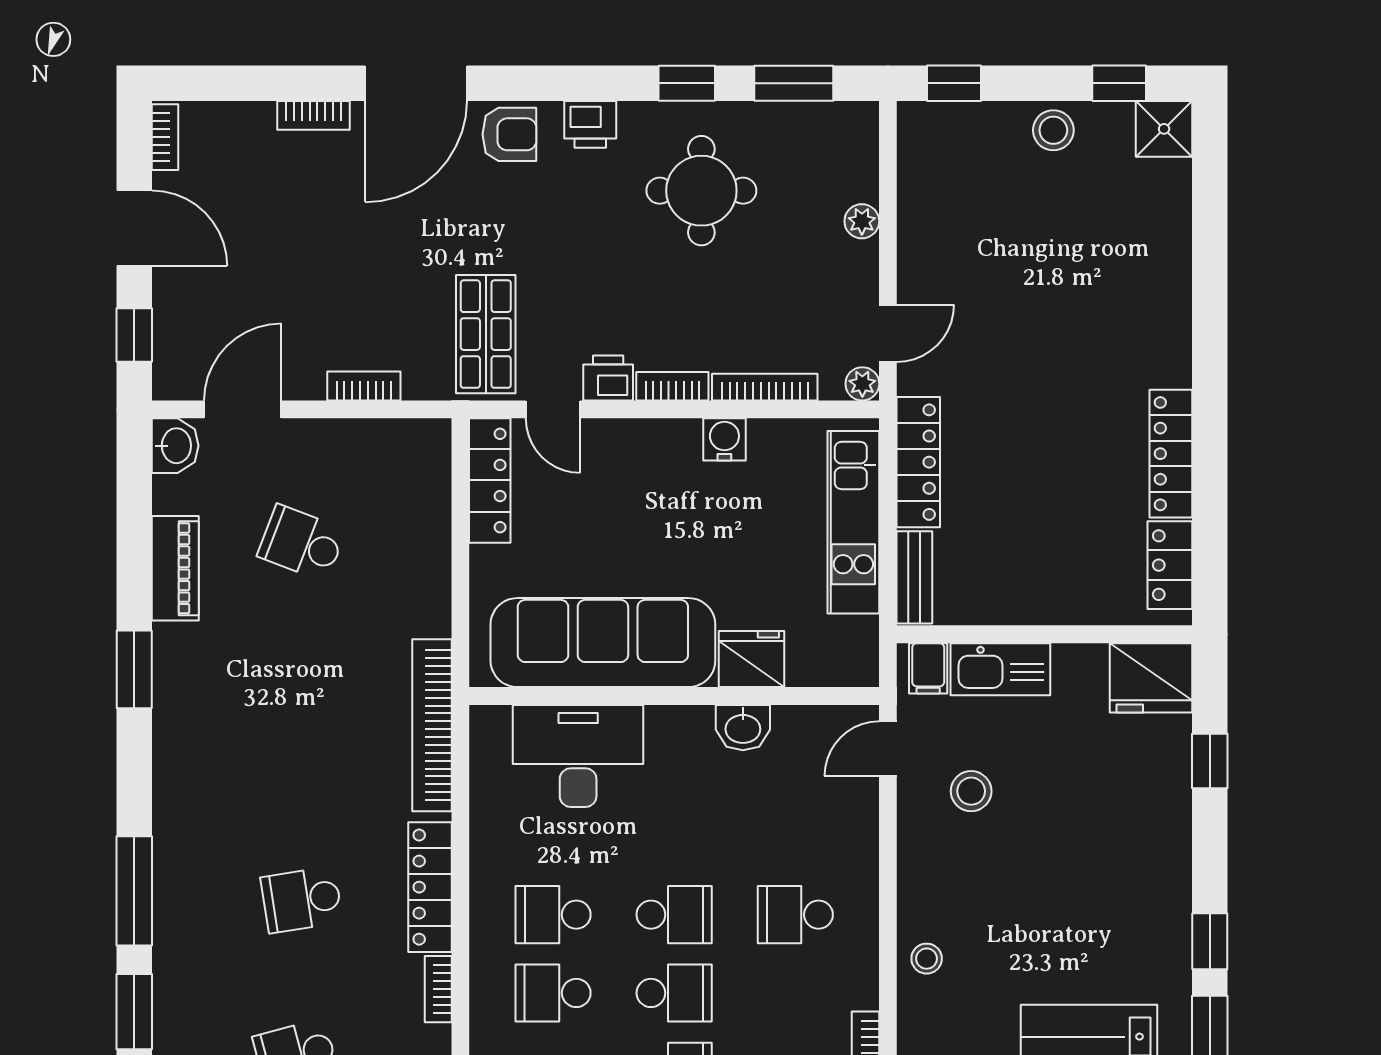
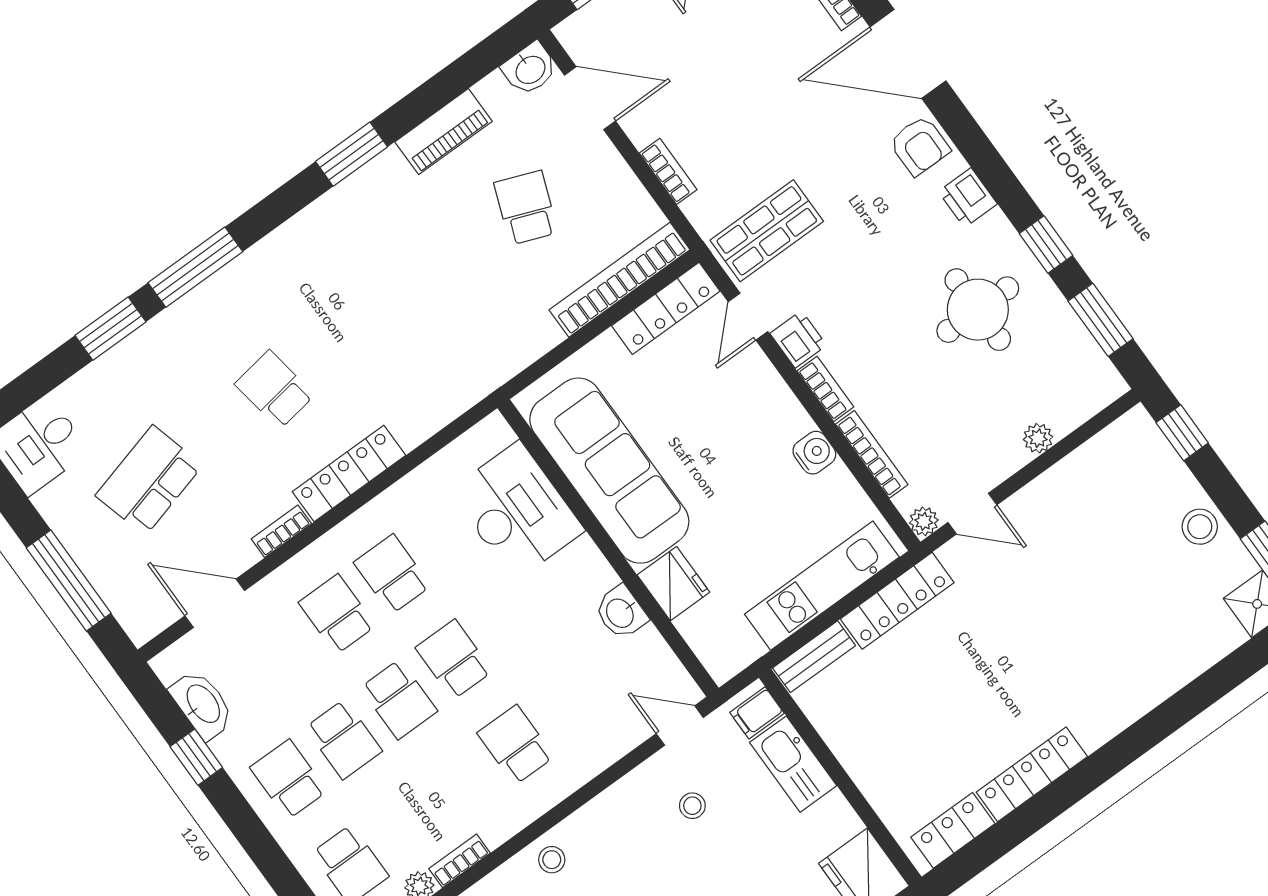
bookcase: (432, 725) -> (620, 280), moved
stool: (971, 791) -> (692, 806), width x0.73, depth x0.73
school desk: (674, 915) -> (454, 659), turned 180

